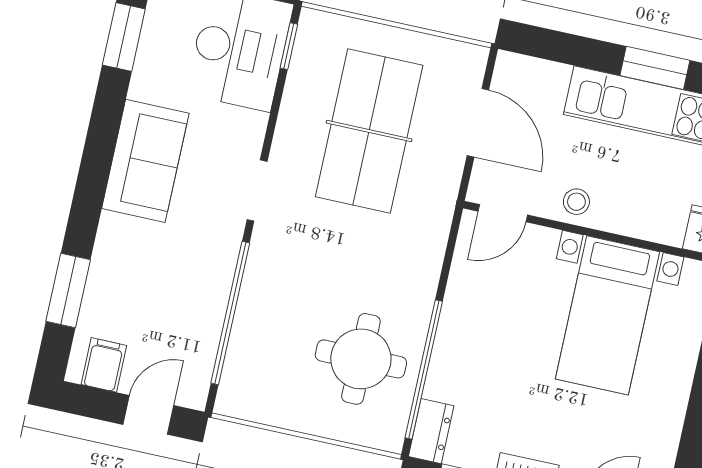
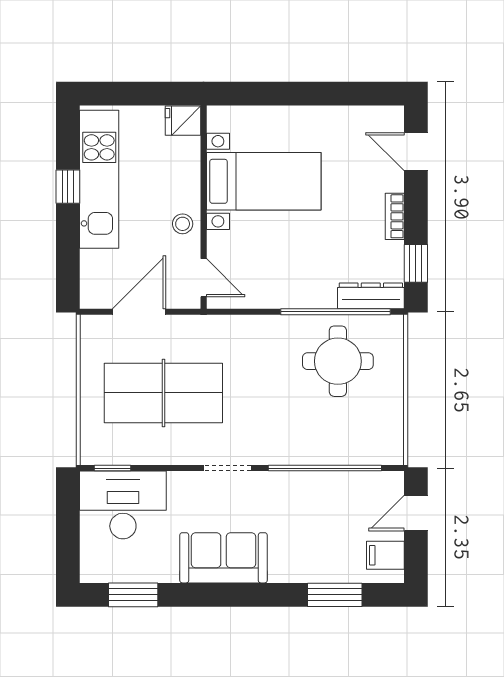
window: (655, 68) -> (68, 187), width x0.67
door: (148, 415) -> (416, 513), hinge flipped
dresser: (431, 431) -> (371, 296), width x1.44

